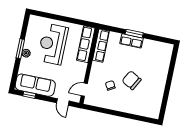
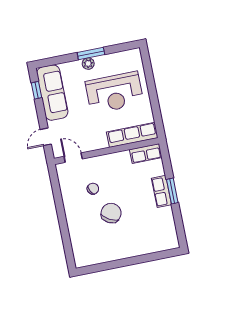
reception desk: (53, 44) -> (114, 93), turned 180
row of seats: (101, 46) -> (146, 153), width x0.68

